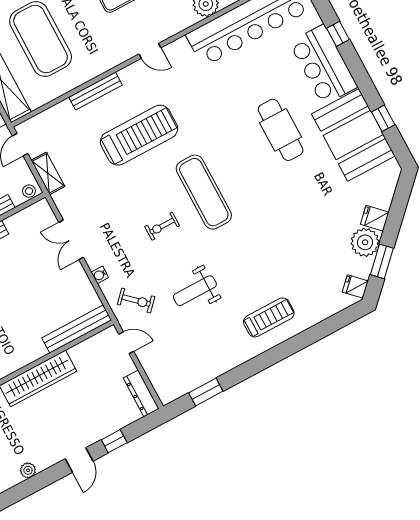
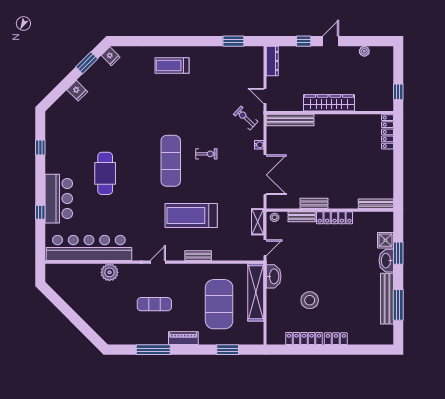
door: (150, 51) -> (158, 262), hinge flipped
bench: (96, 91) -> (198, 256), width x0.73
booth: (353, 135) -> (63, 147), removed
double door: (71, 240) -> (265, 175), width x1.37
plant: (365, 242) -> (91, 79), removed
weight bench: (195, 291) -> (208, 105), removed

